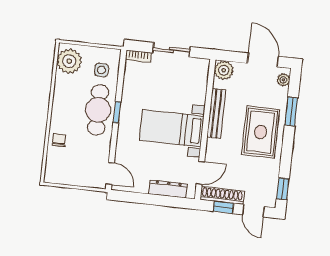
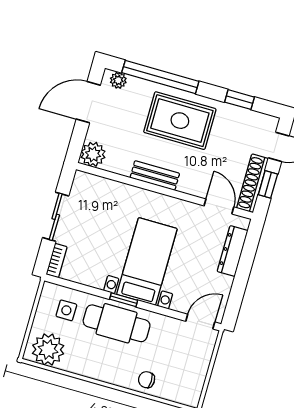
window: (291, 112) -> (160, 77), width x2.11
bench: (216, 113) -> (155, 175), width x0.73
bed with nightstands: (172, 128) -> (147, 261), moved, turned 180
window: (283, 189) -> (239, 100), moved

